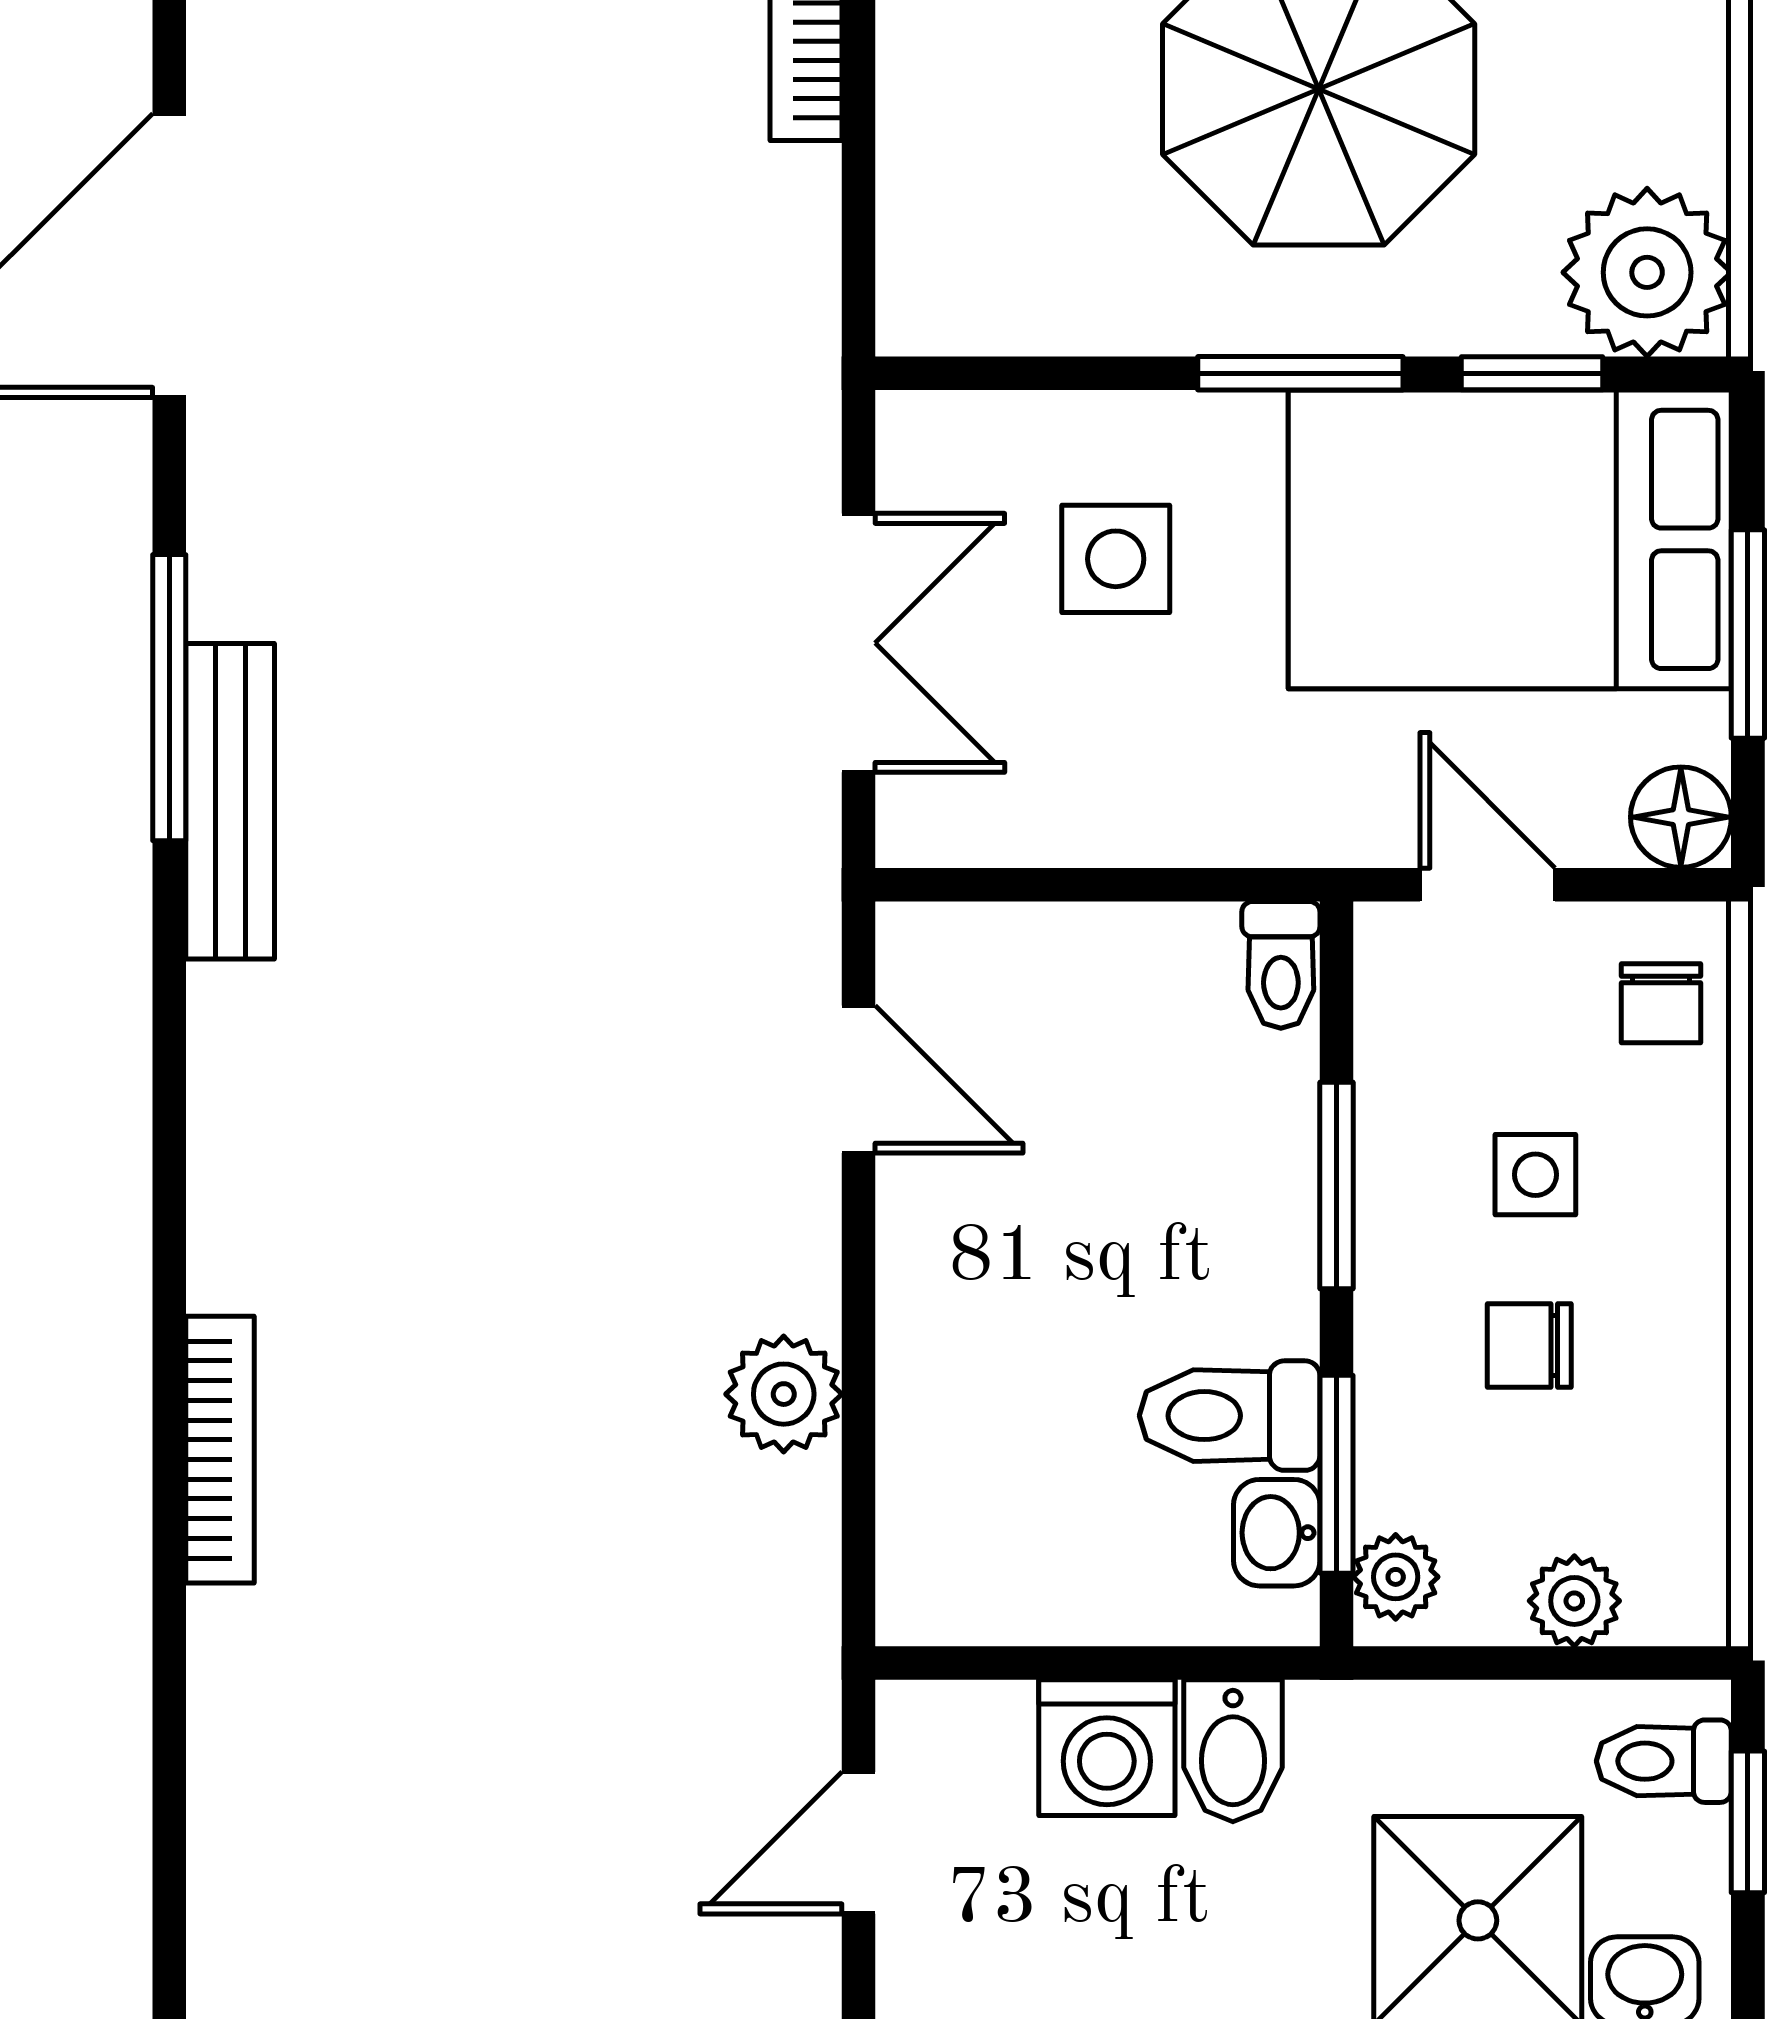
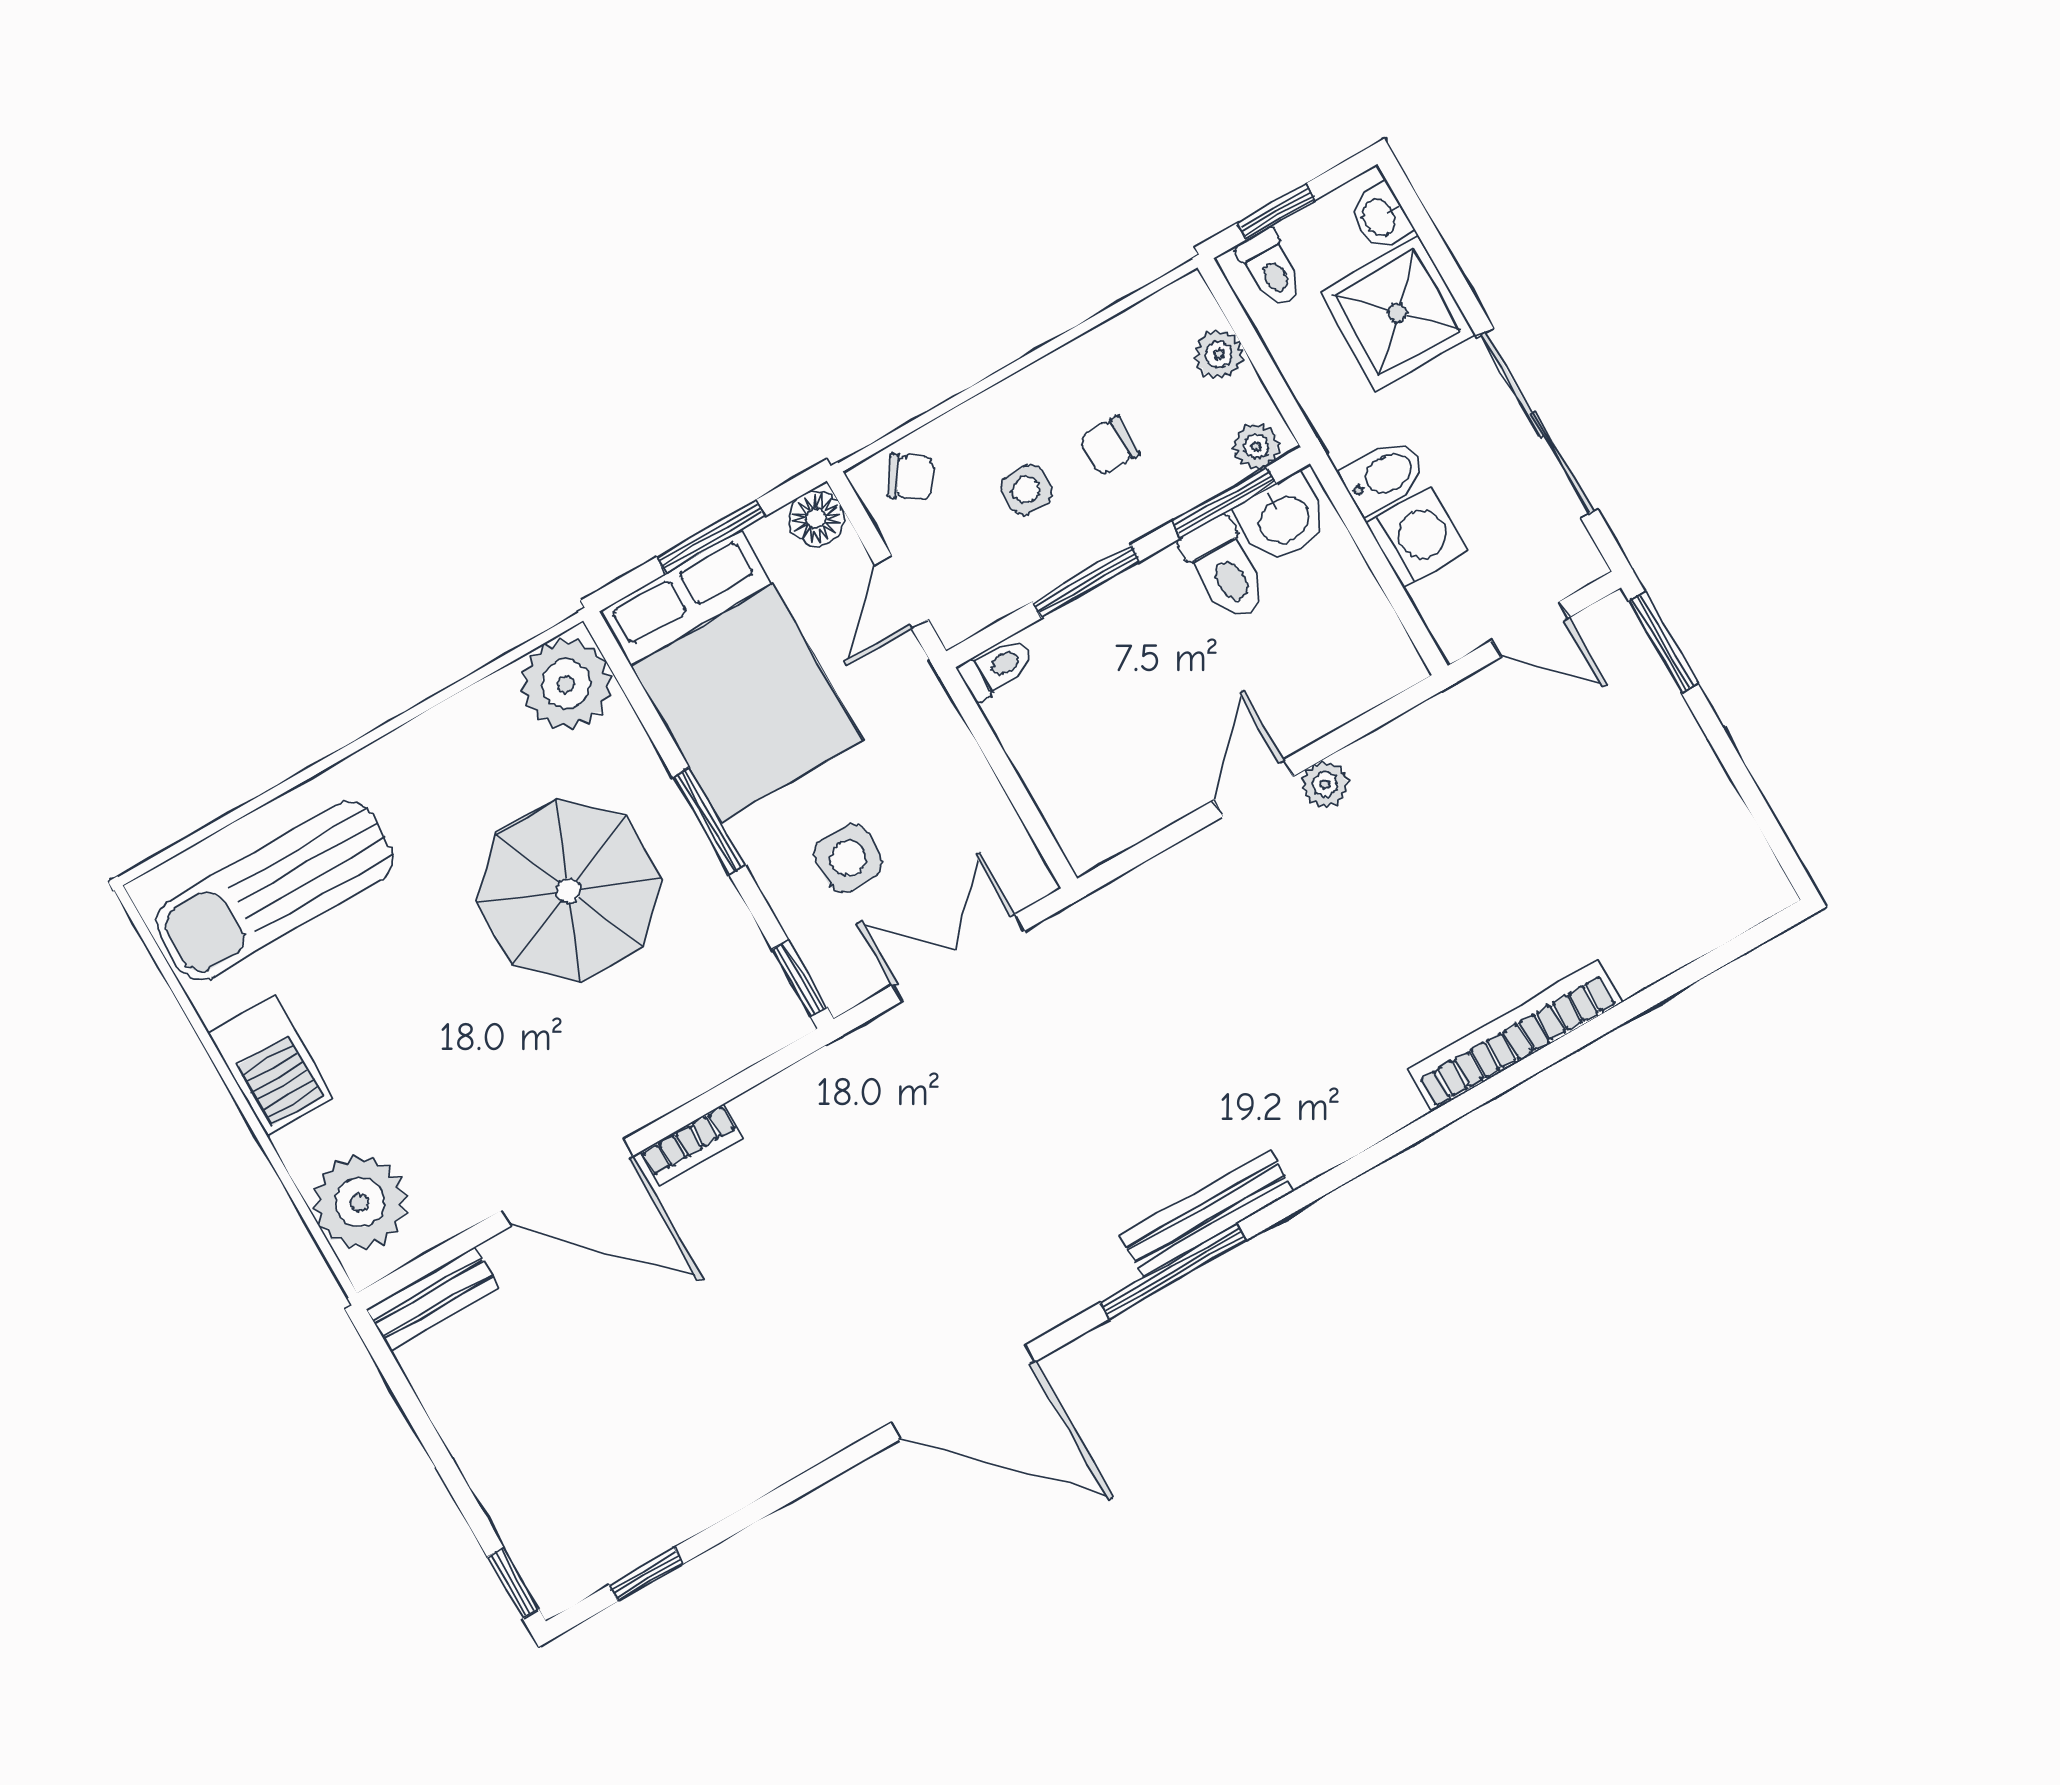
window: (1532, 373) -> (800, 978), moved
chair: (1661, 1003) -> (910, 477), turned 34
door: (858, 1079) -> (1253, 788), moved
chair: (1529, 1345) -> (1110, 446), turned 90
plant: (784, 1394) -> (1325, 784), width x0.73, depth x0.73
bookcase: (220, 1450) -> (1515, 1036), width x1.48, depth x1.31
washbasin: (1277, 1533) -> (1283, 518), width x1.38, depth x1.45

